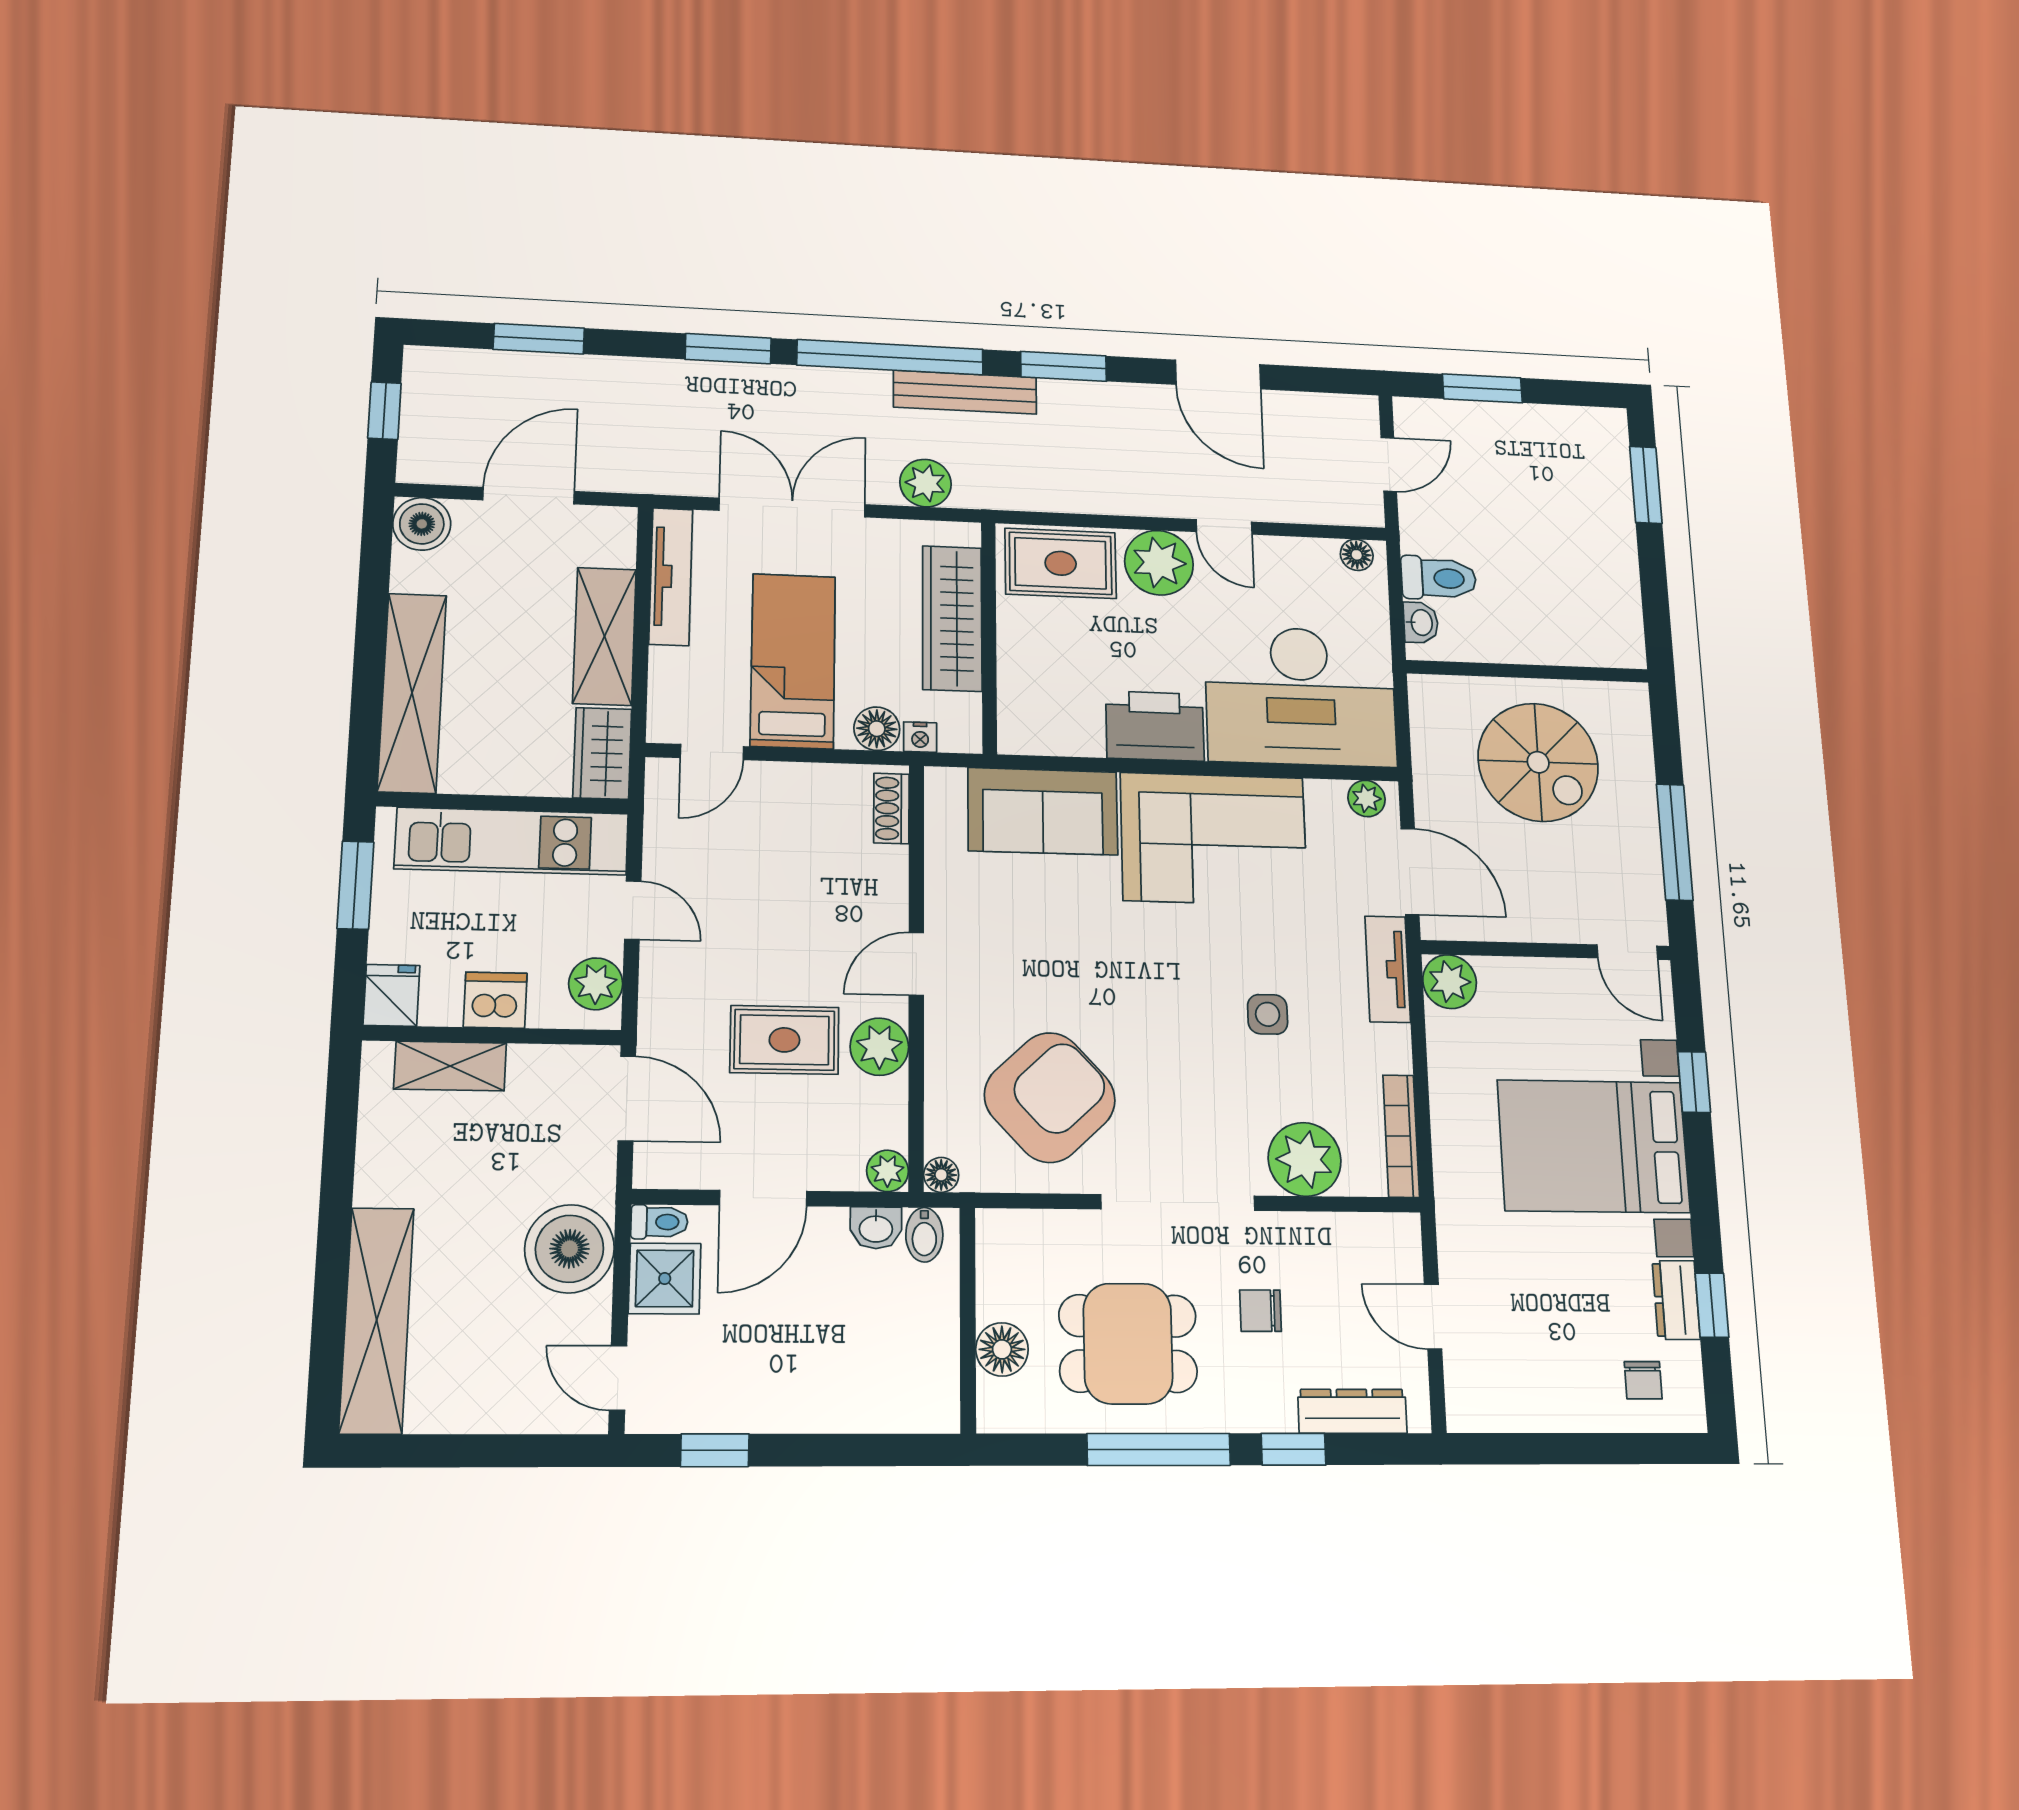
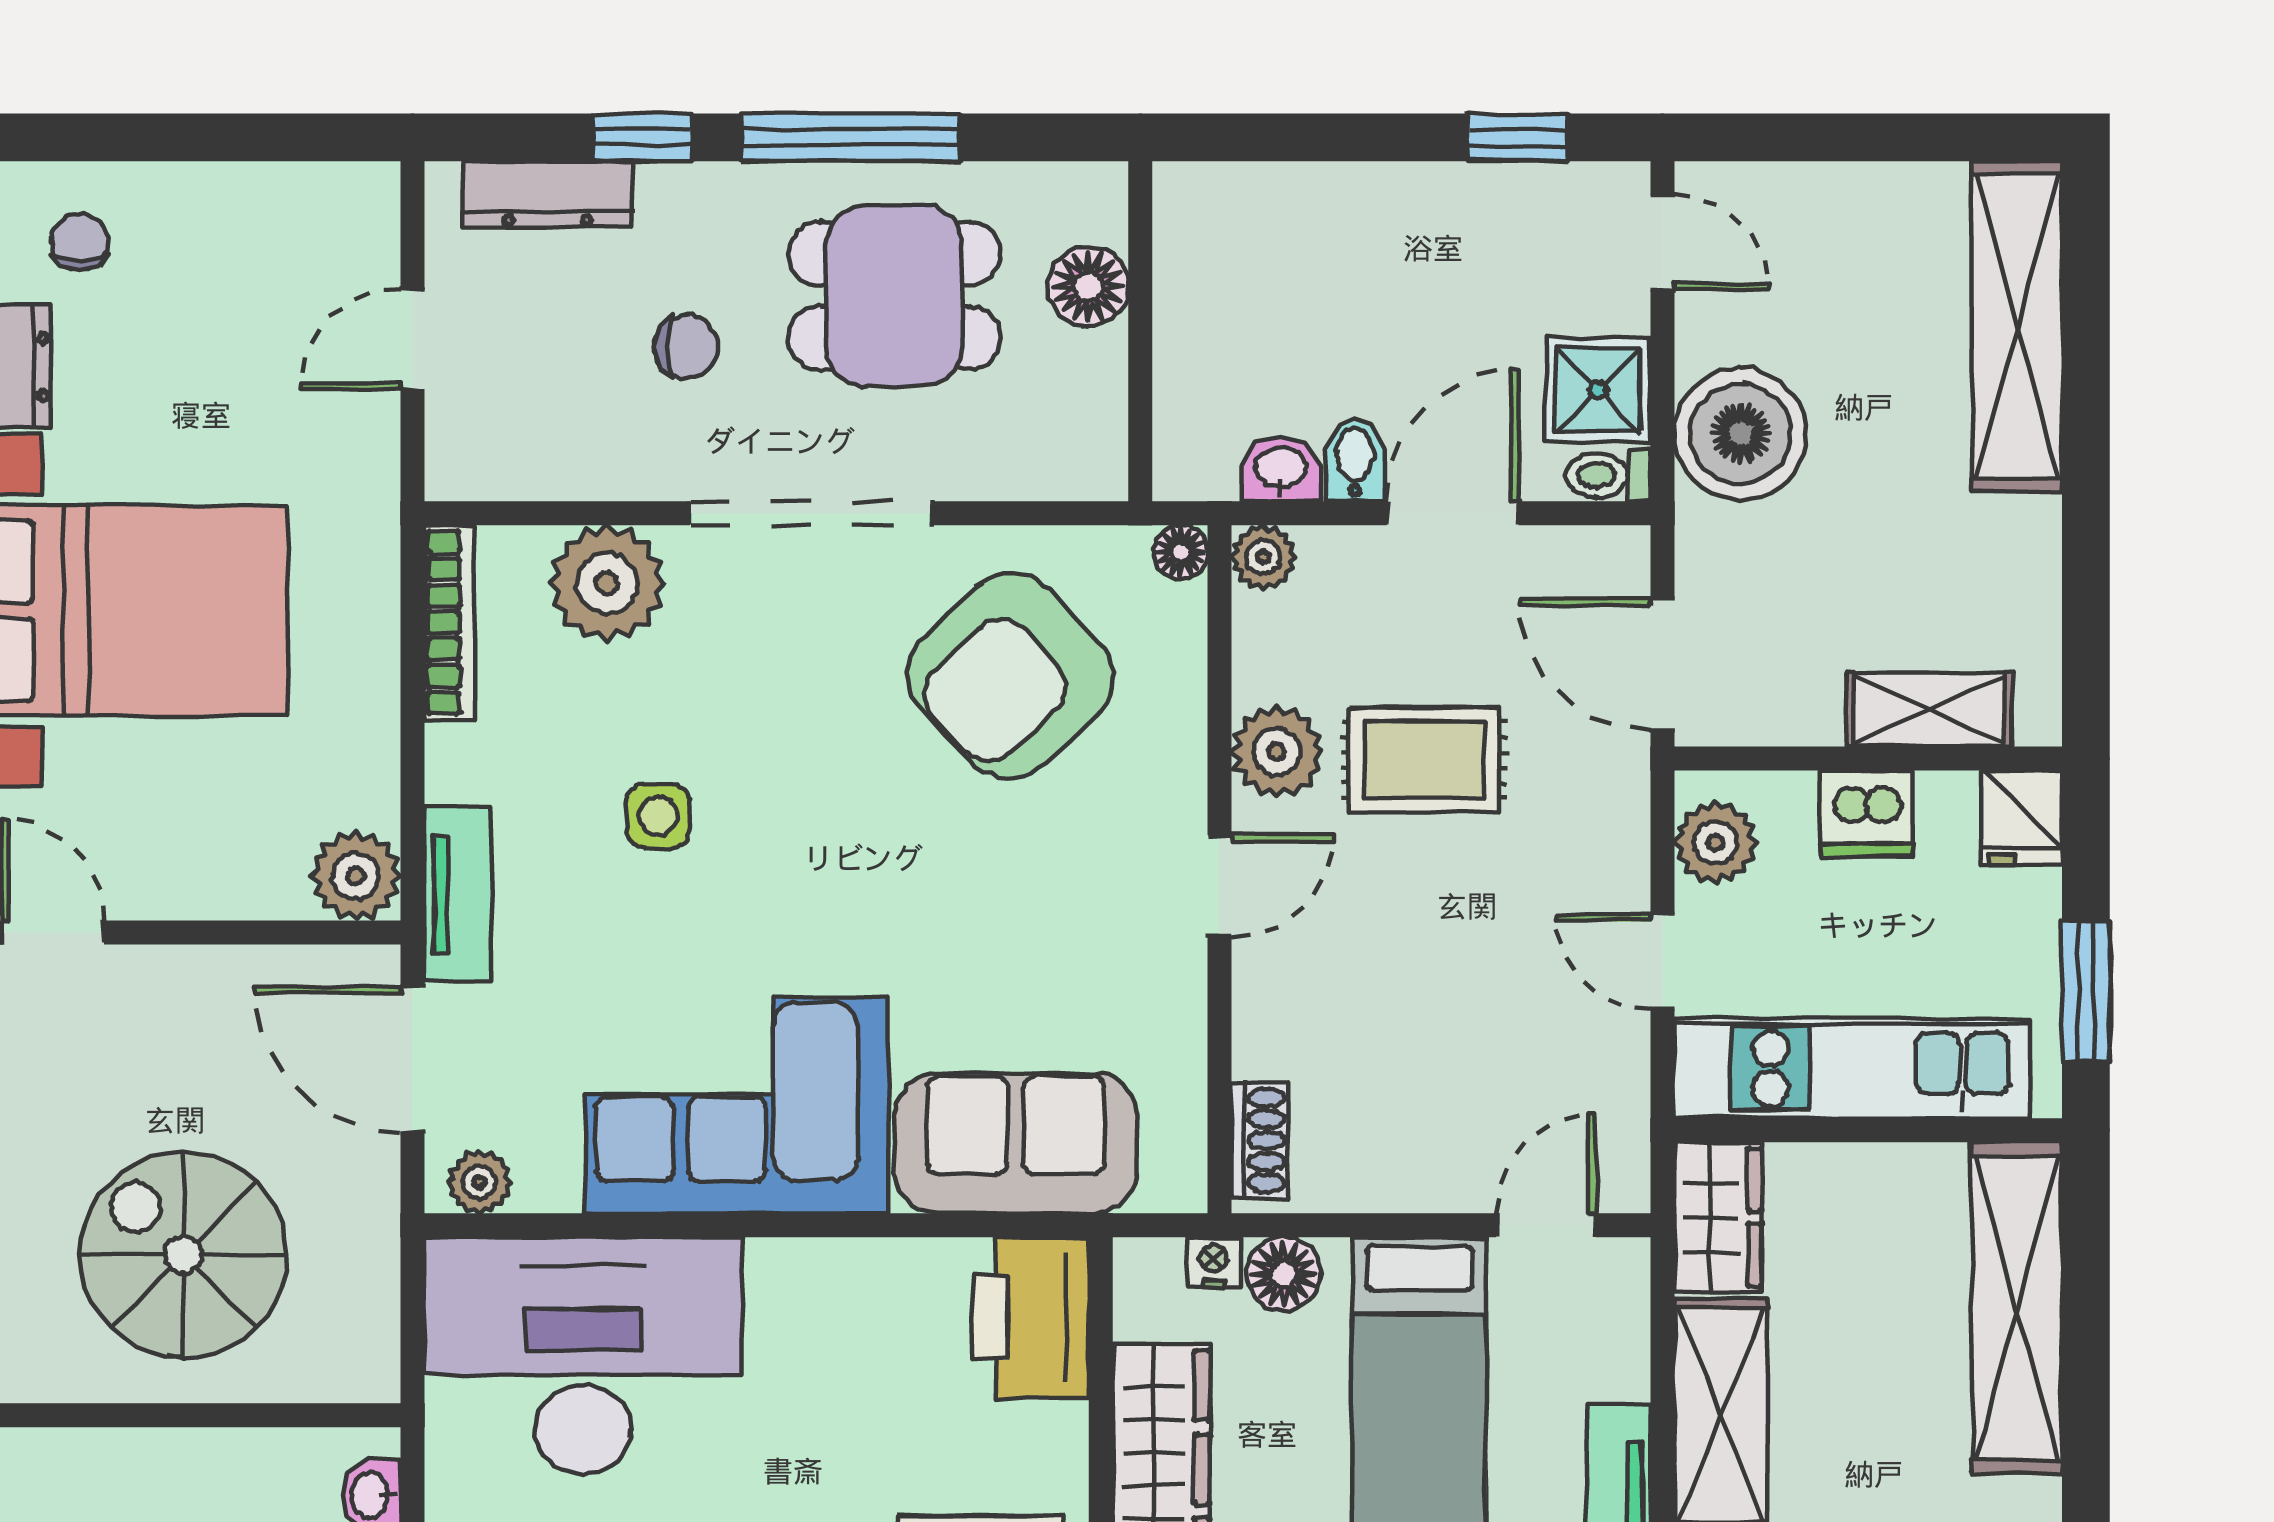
printer: (1155, 726) -> (1031, 1318), moved, turned 90
bidet: (924, 1235) -> (1355, 459), moved
door: (1433, 1317) -> (412, 339), swing flipped

